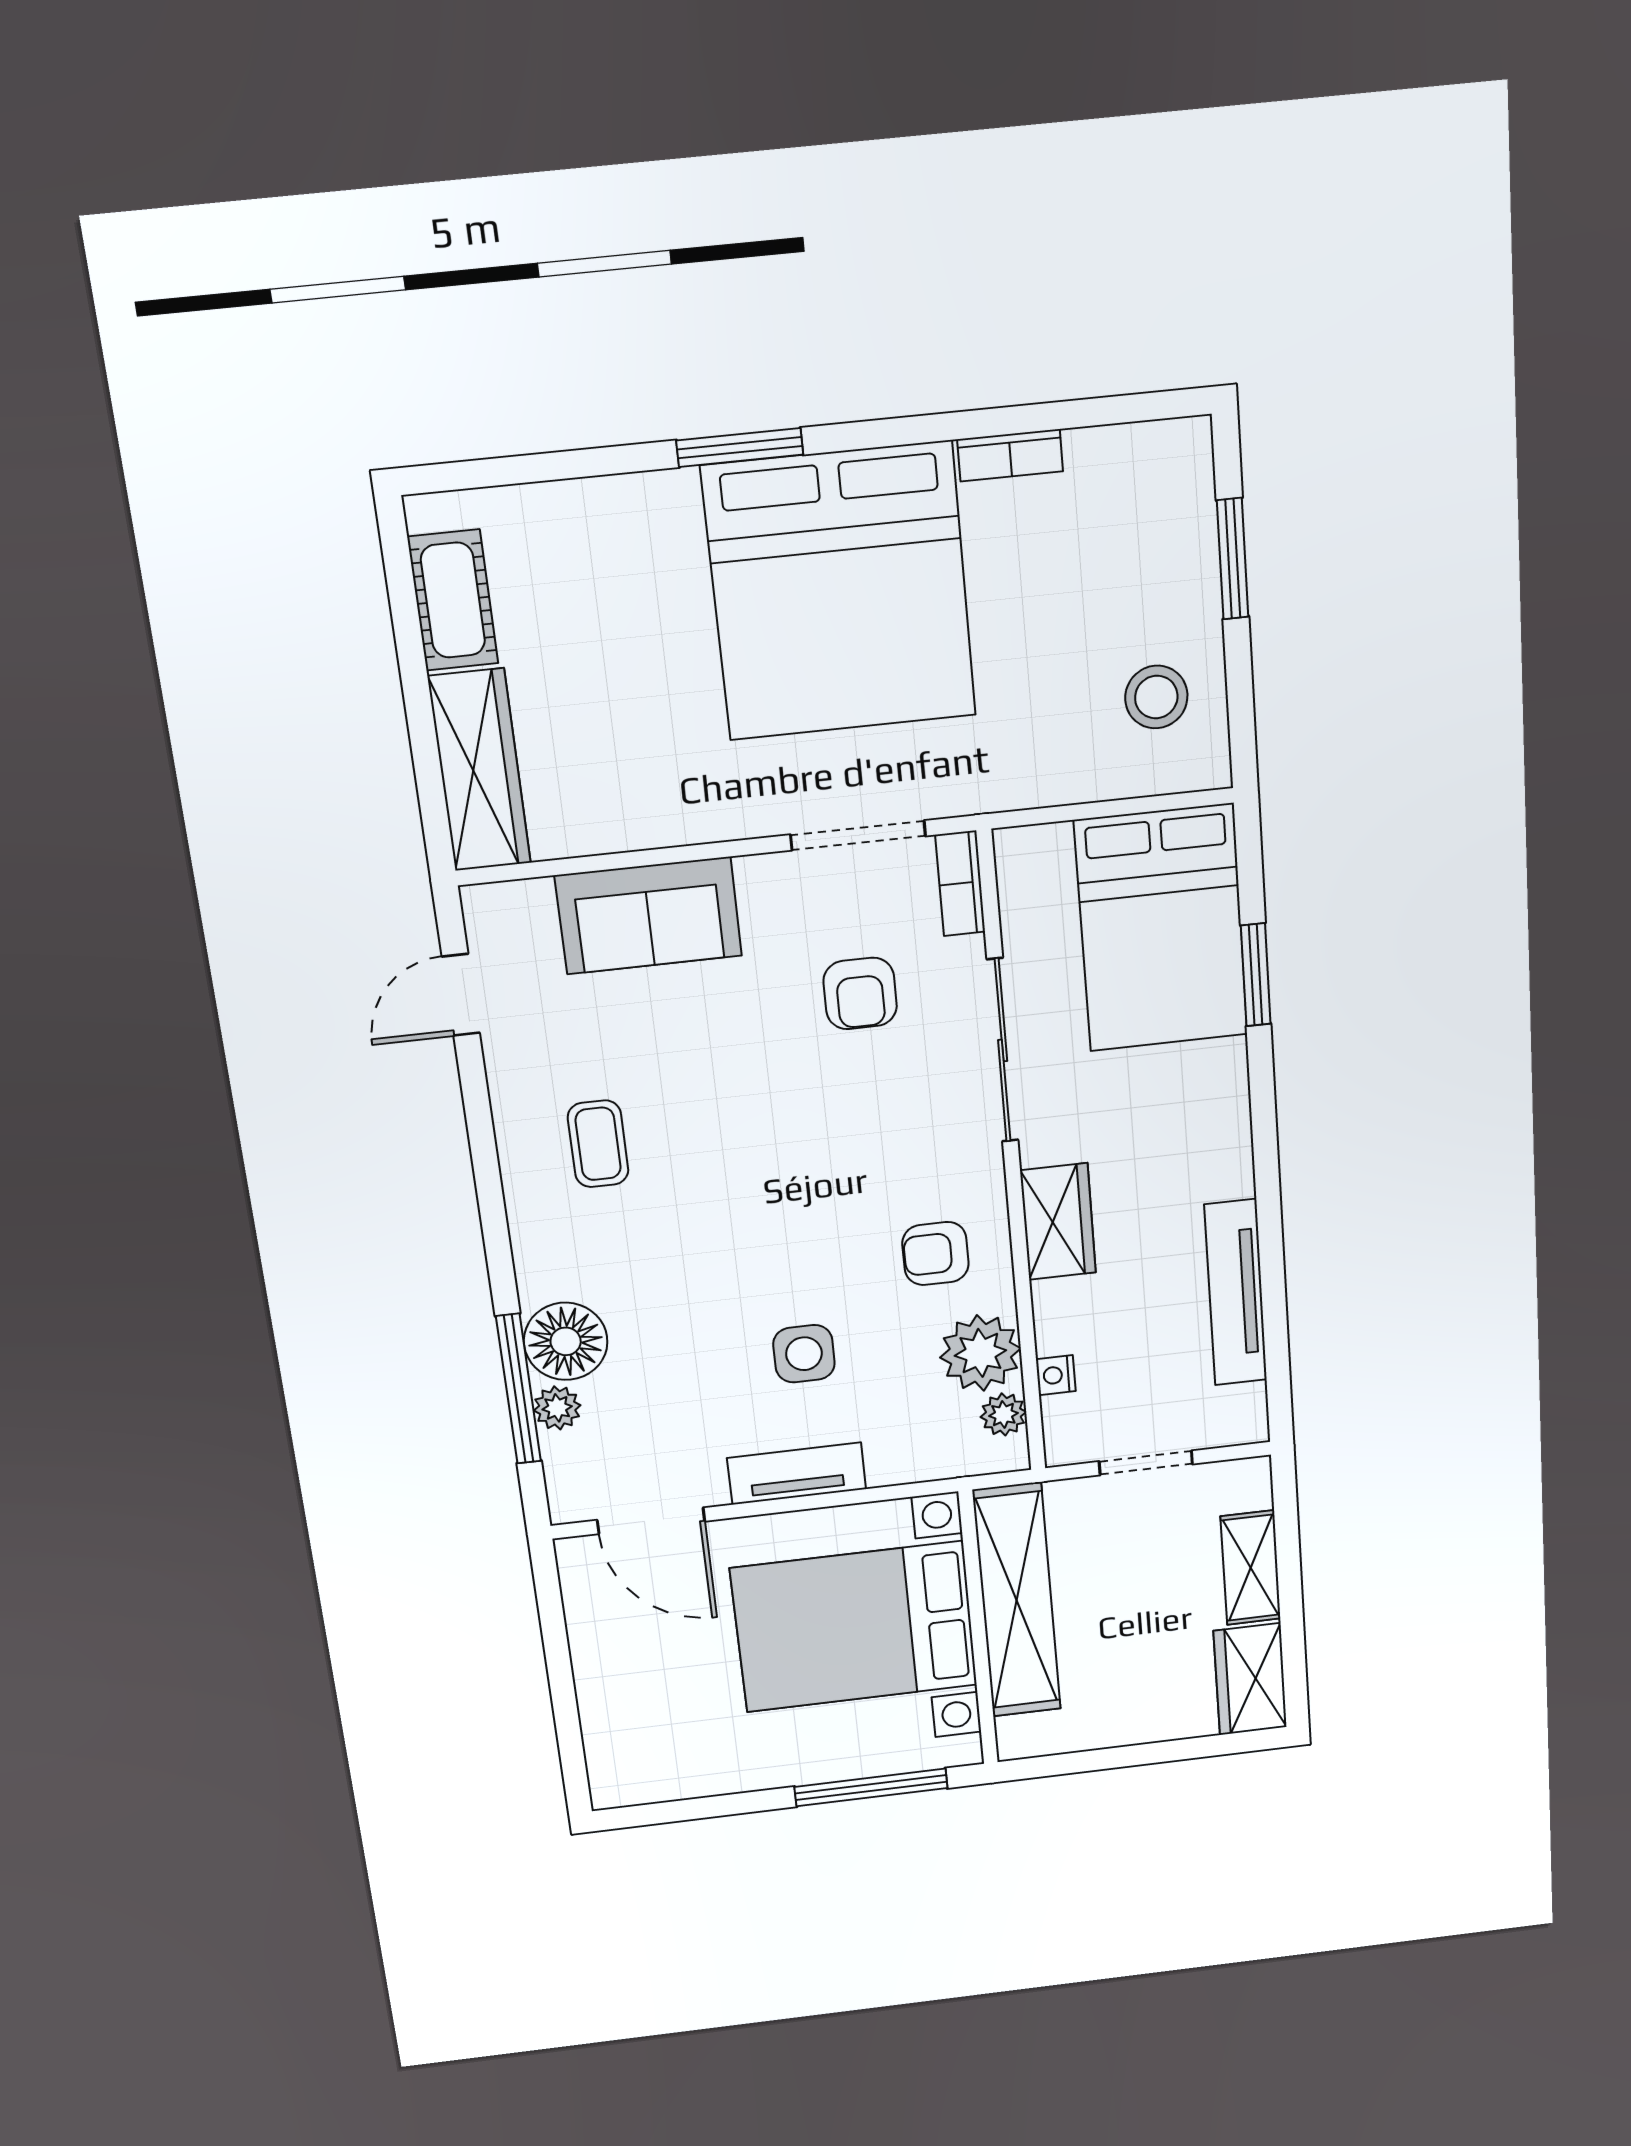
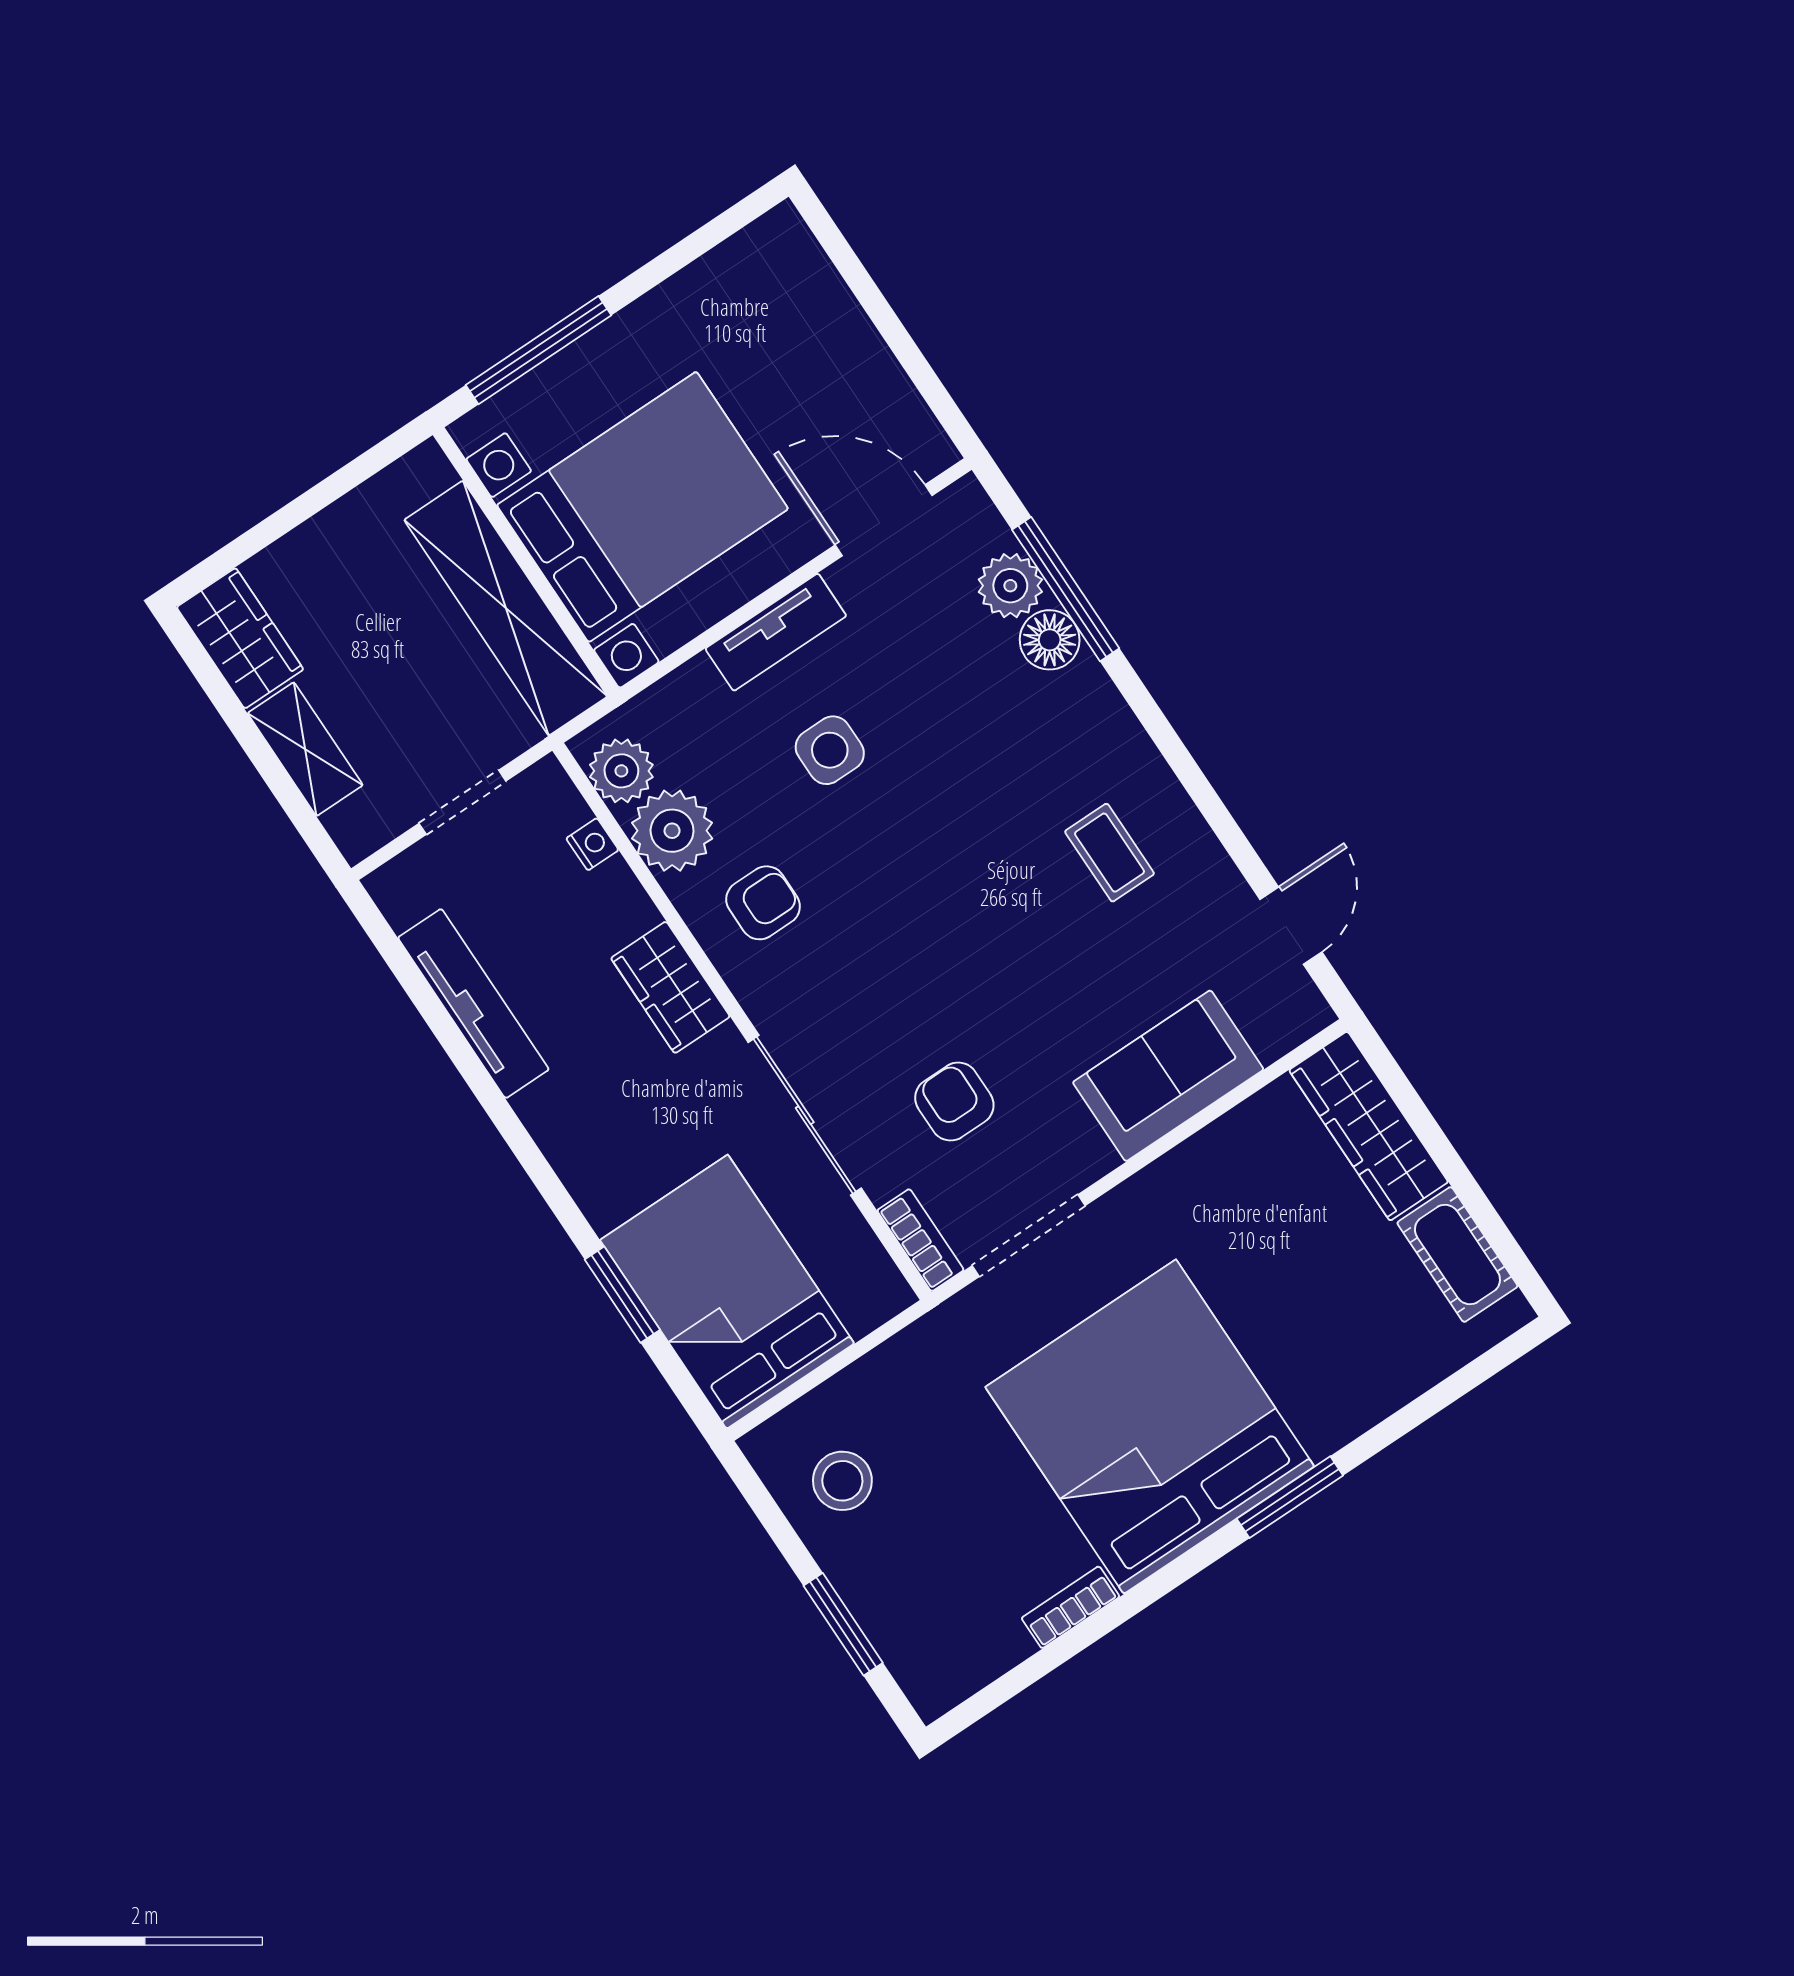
floor lamp: (566, 1341) -> (1050, 640), width x0.73, depth x0.73
plant: (557, 1408) -> (1010, 586), width x1.38, depth x1.38
plant: (1003, 1414) -> (621, 771), width x1.38, depth x1.38

